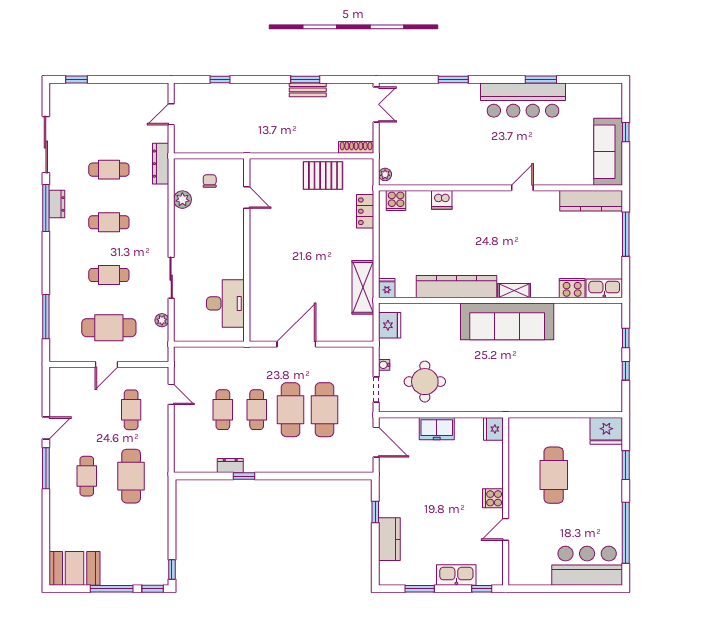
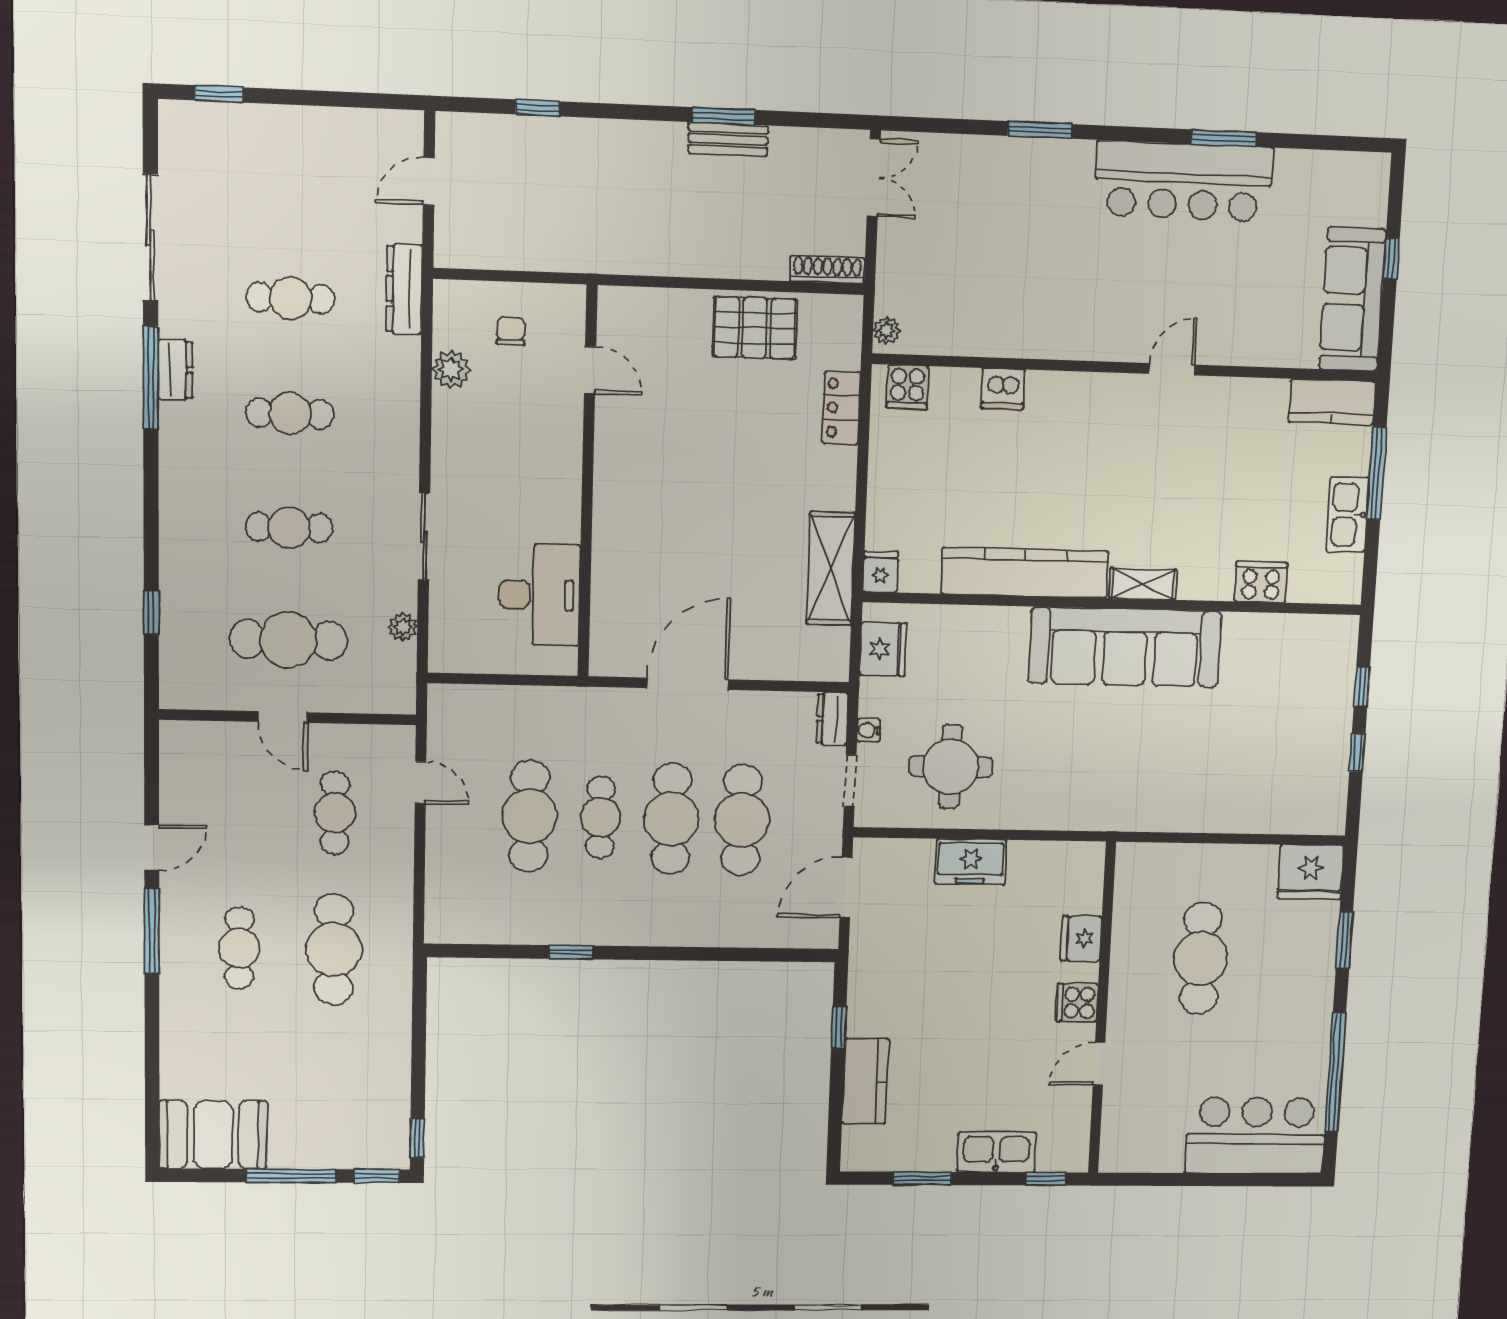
kitchen counter: (591, 201) -> (1332, 402), width x0.67
kitchen sink: (604, 288) -> (1348, 515), moved, turned -90
window: (46, 317) -> (151, 613), width x0.46
door: (106, 364) -> (283, 717), hinge flipped
cafe table: (223, 410) -> (529, 816), width x1.37, depth x1.35
fridge: (493, 429) -> (1081, 938), moved
door: (376, 442) -> (846, 887), swing flipped
dresser: (230, 465) -> (832, 719), moved, turned -90

